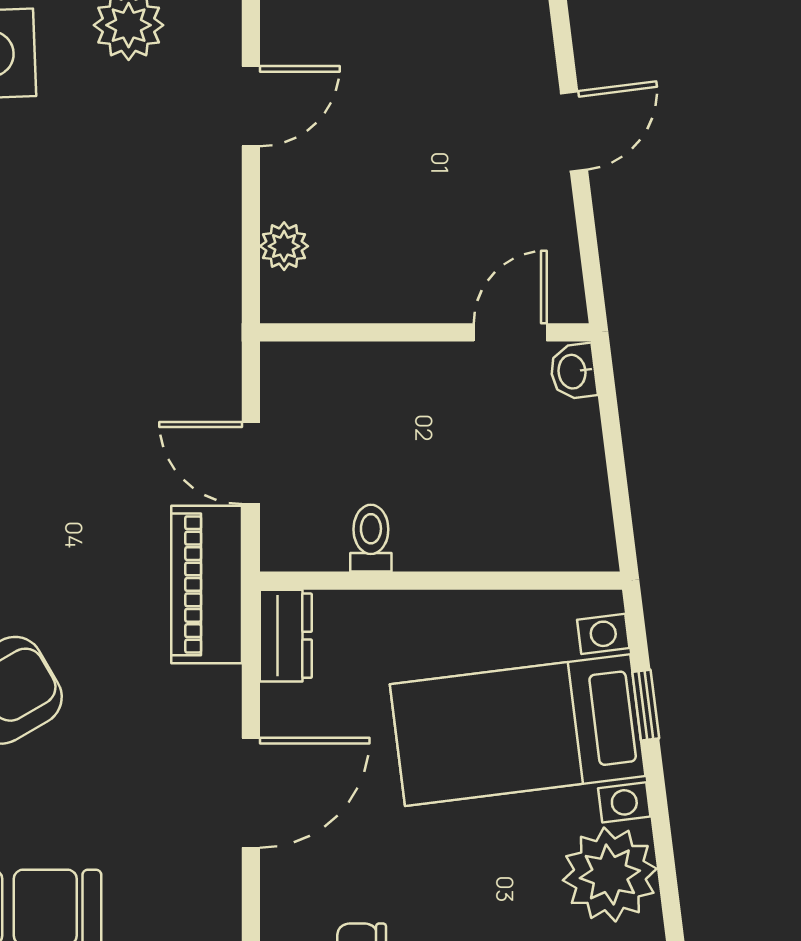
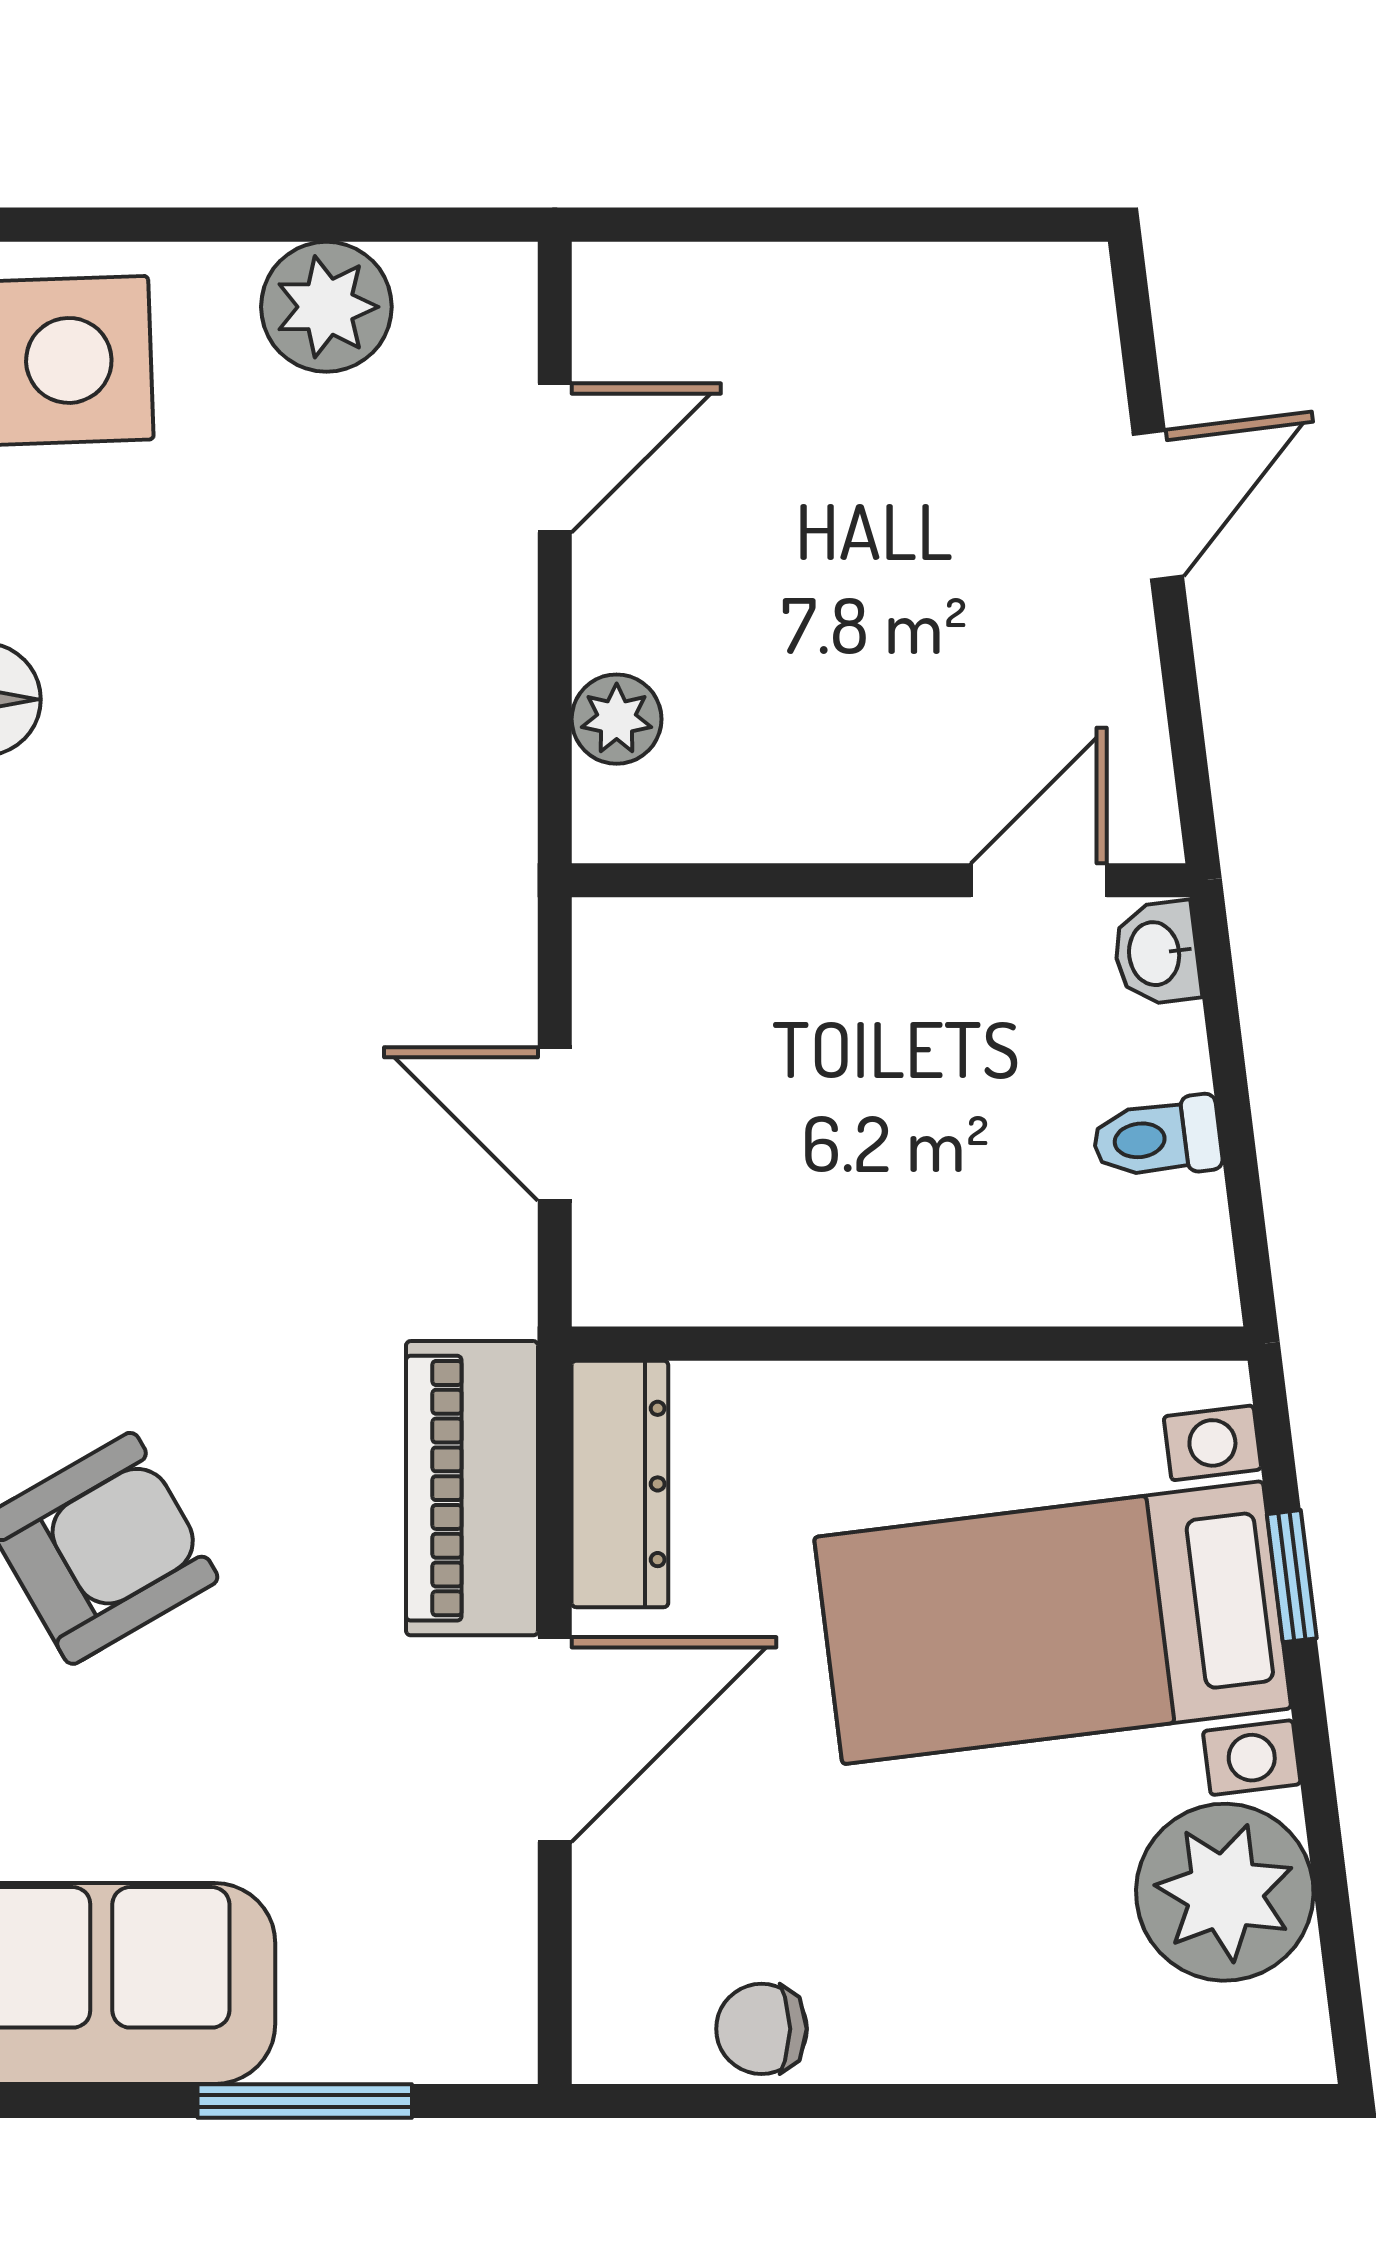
toilet: (371, 538) -> (1157, 1138), moved, turned -97
piano: (207, 584) -> (472, 1488), moved
dresser: (286, 636) -> (620, 1484), width x1.44

